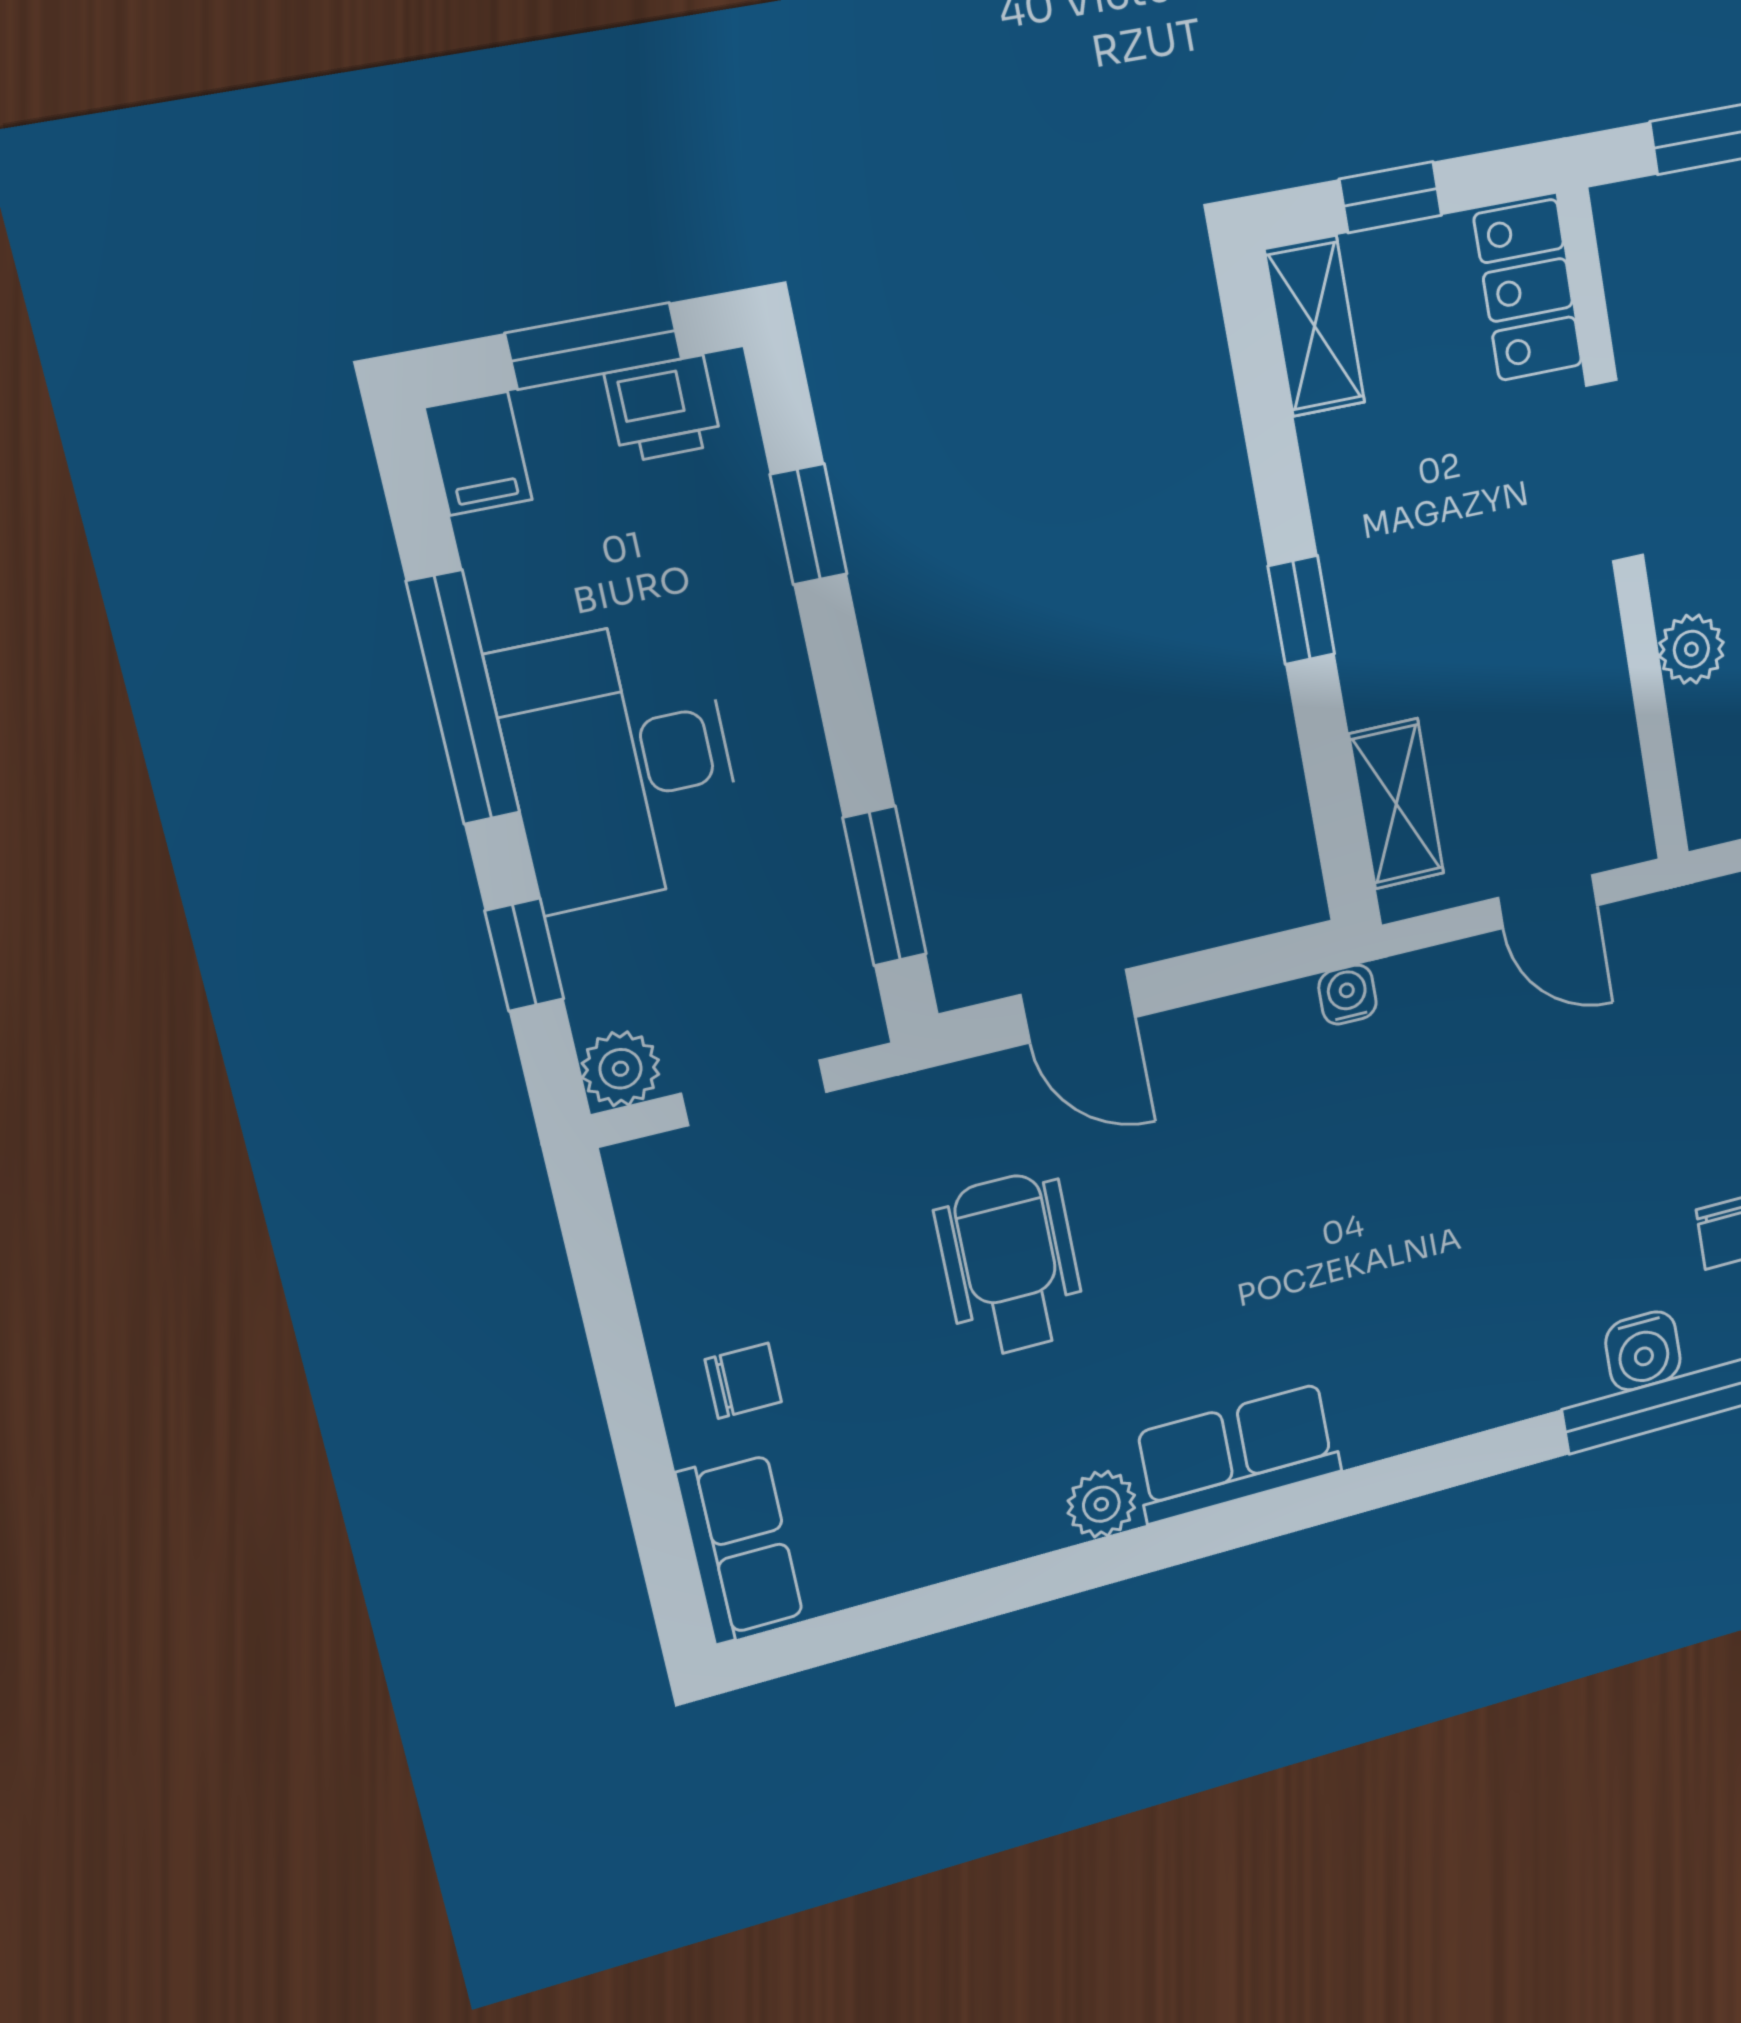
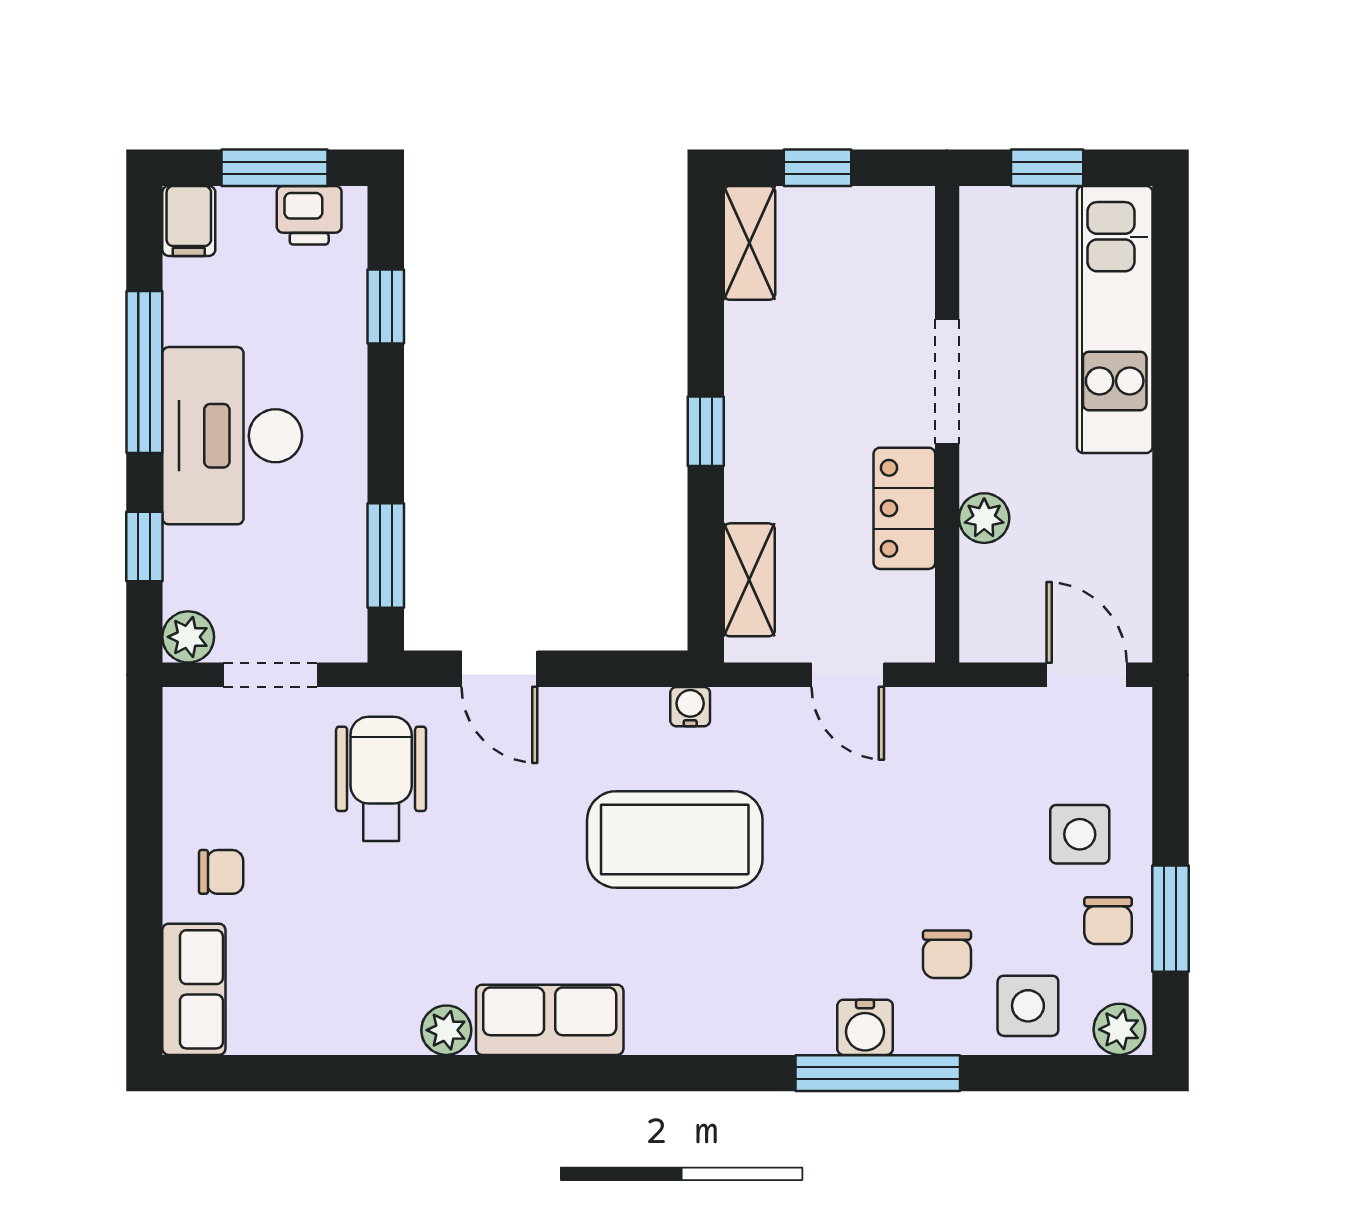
locker: (1528, 290) -> (904, 508), moved
coffee table: (1359, 1176) -> (675, 839), added
wheelchair: (1010, 1264) -> (381, 779), moved

